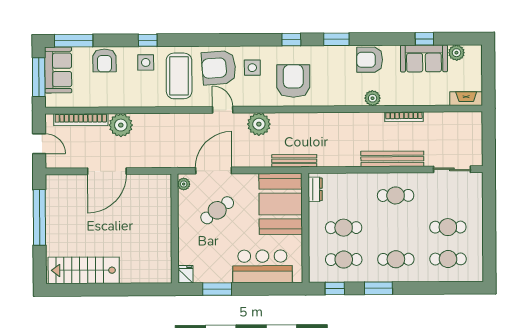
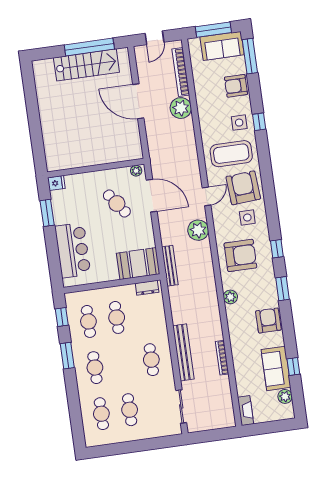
plant: (373, 98) -> (230, 297), moved
booth: (281, 204) -> (138, 264), width x0.73, depth x0.70
stairs: (84, 270) -> (86, 65), moved, turned 90

